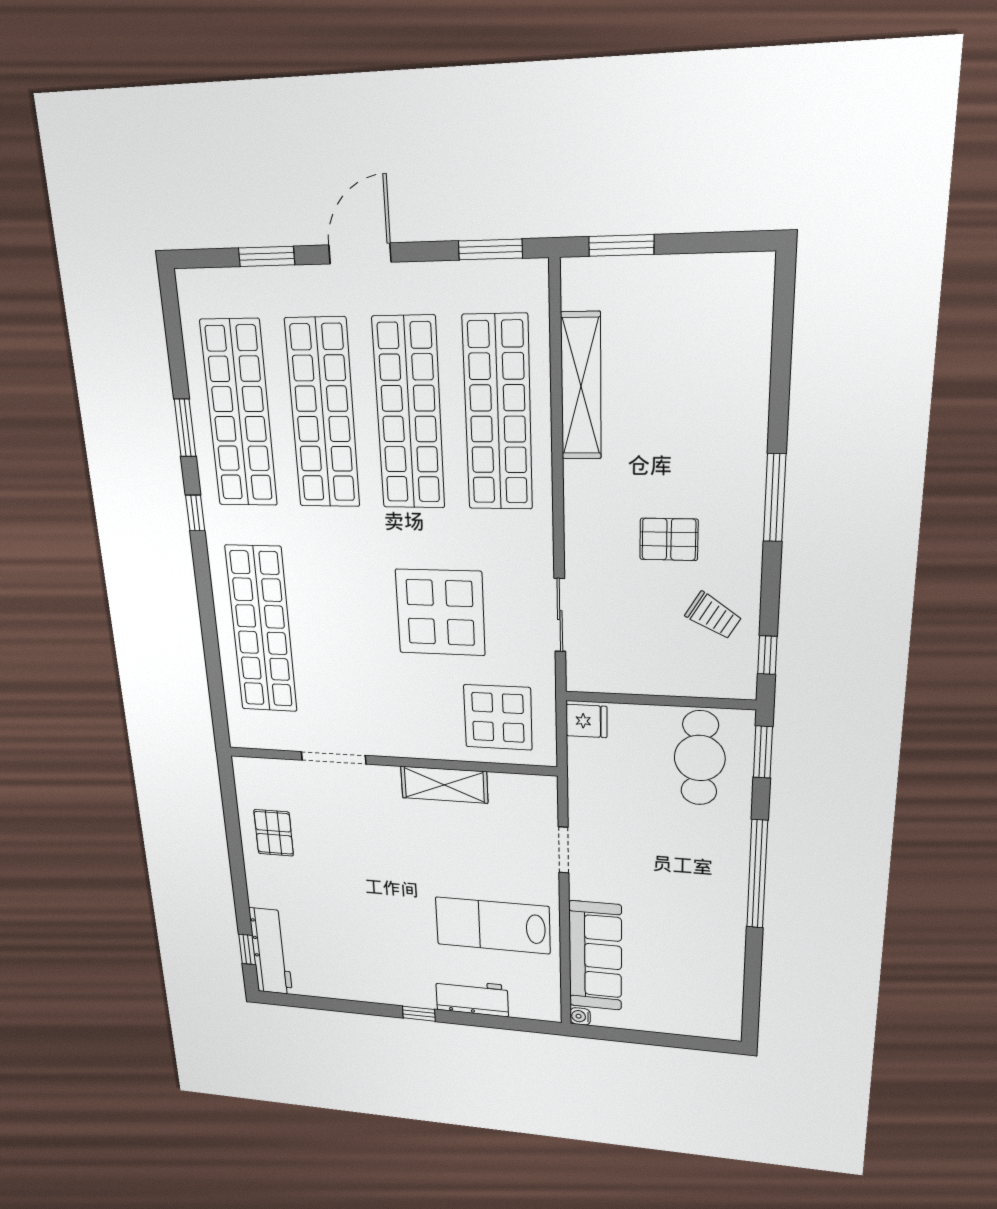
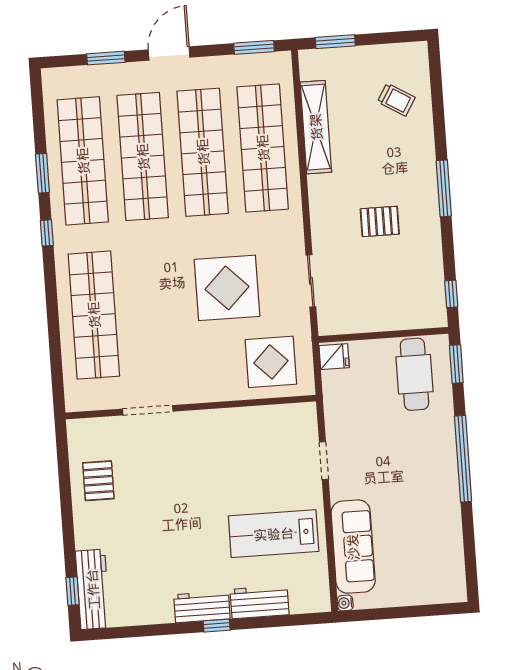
trolley: (713, 616) -> (396, 100), moved
shelving: (444, 785) -> (233, 420), removed
workbench: (401, 991) -> (202, 607), added

